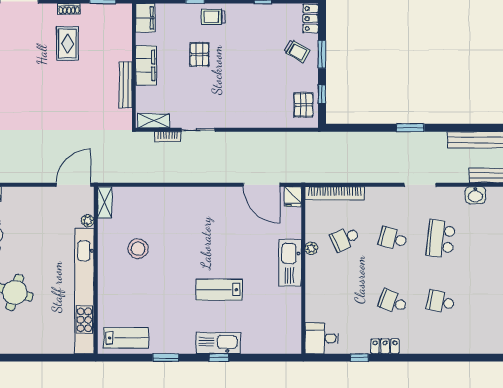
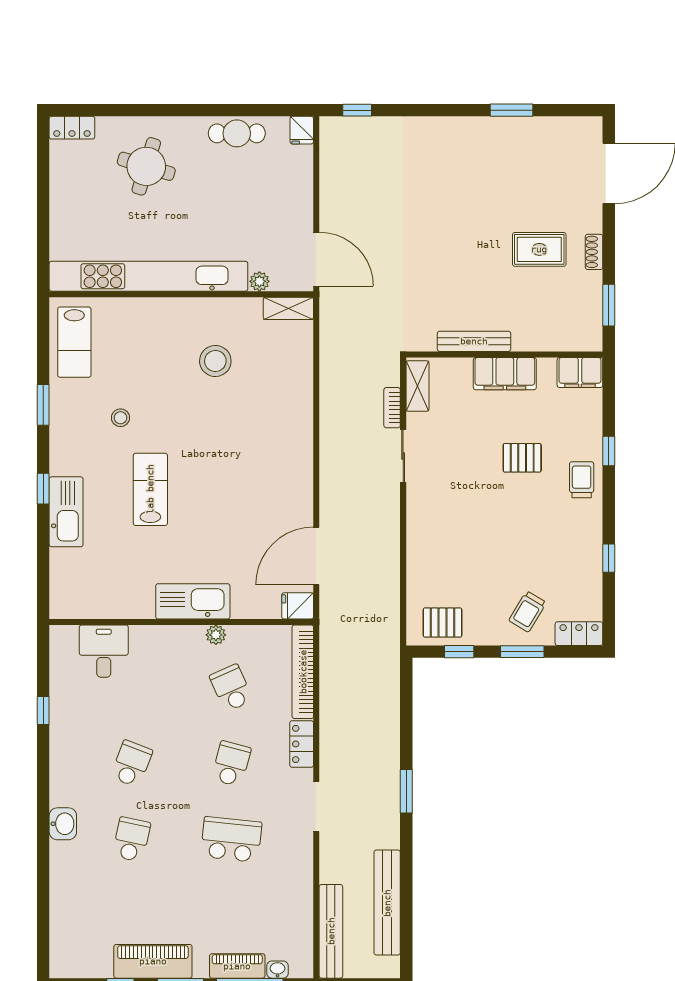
washbasin: (475, 195) -> (63, 824), moved, turned 180
stool: (174, 309) -> (120, 418), added
desk: (322, 338) -> (104, 651), moved
kitchen sink: (218, 343) -> (66, 512), moved
locker: (385, 346) -> (302, 744), moved, turned 180

